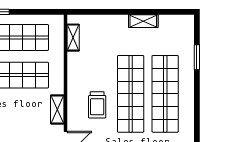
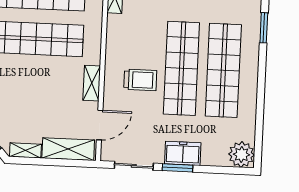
trolley: (97, 105) -> (140, 80), turned -90

